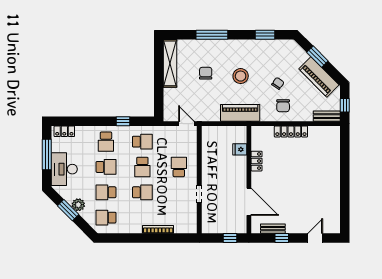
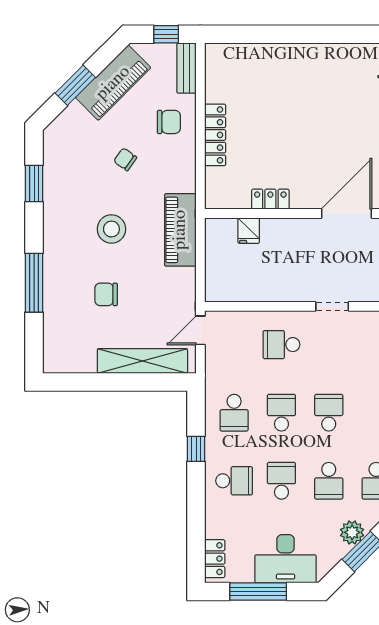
shelving: (170, 63) -> (142, 361), moved
chair: (283, 106) -> (169, 122), moved
school desk: (142, 142) -> (234, 413), turned 180
school desk: (142, 167) -> (281, 413), turned -90

